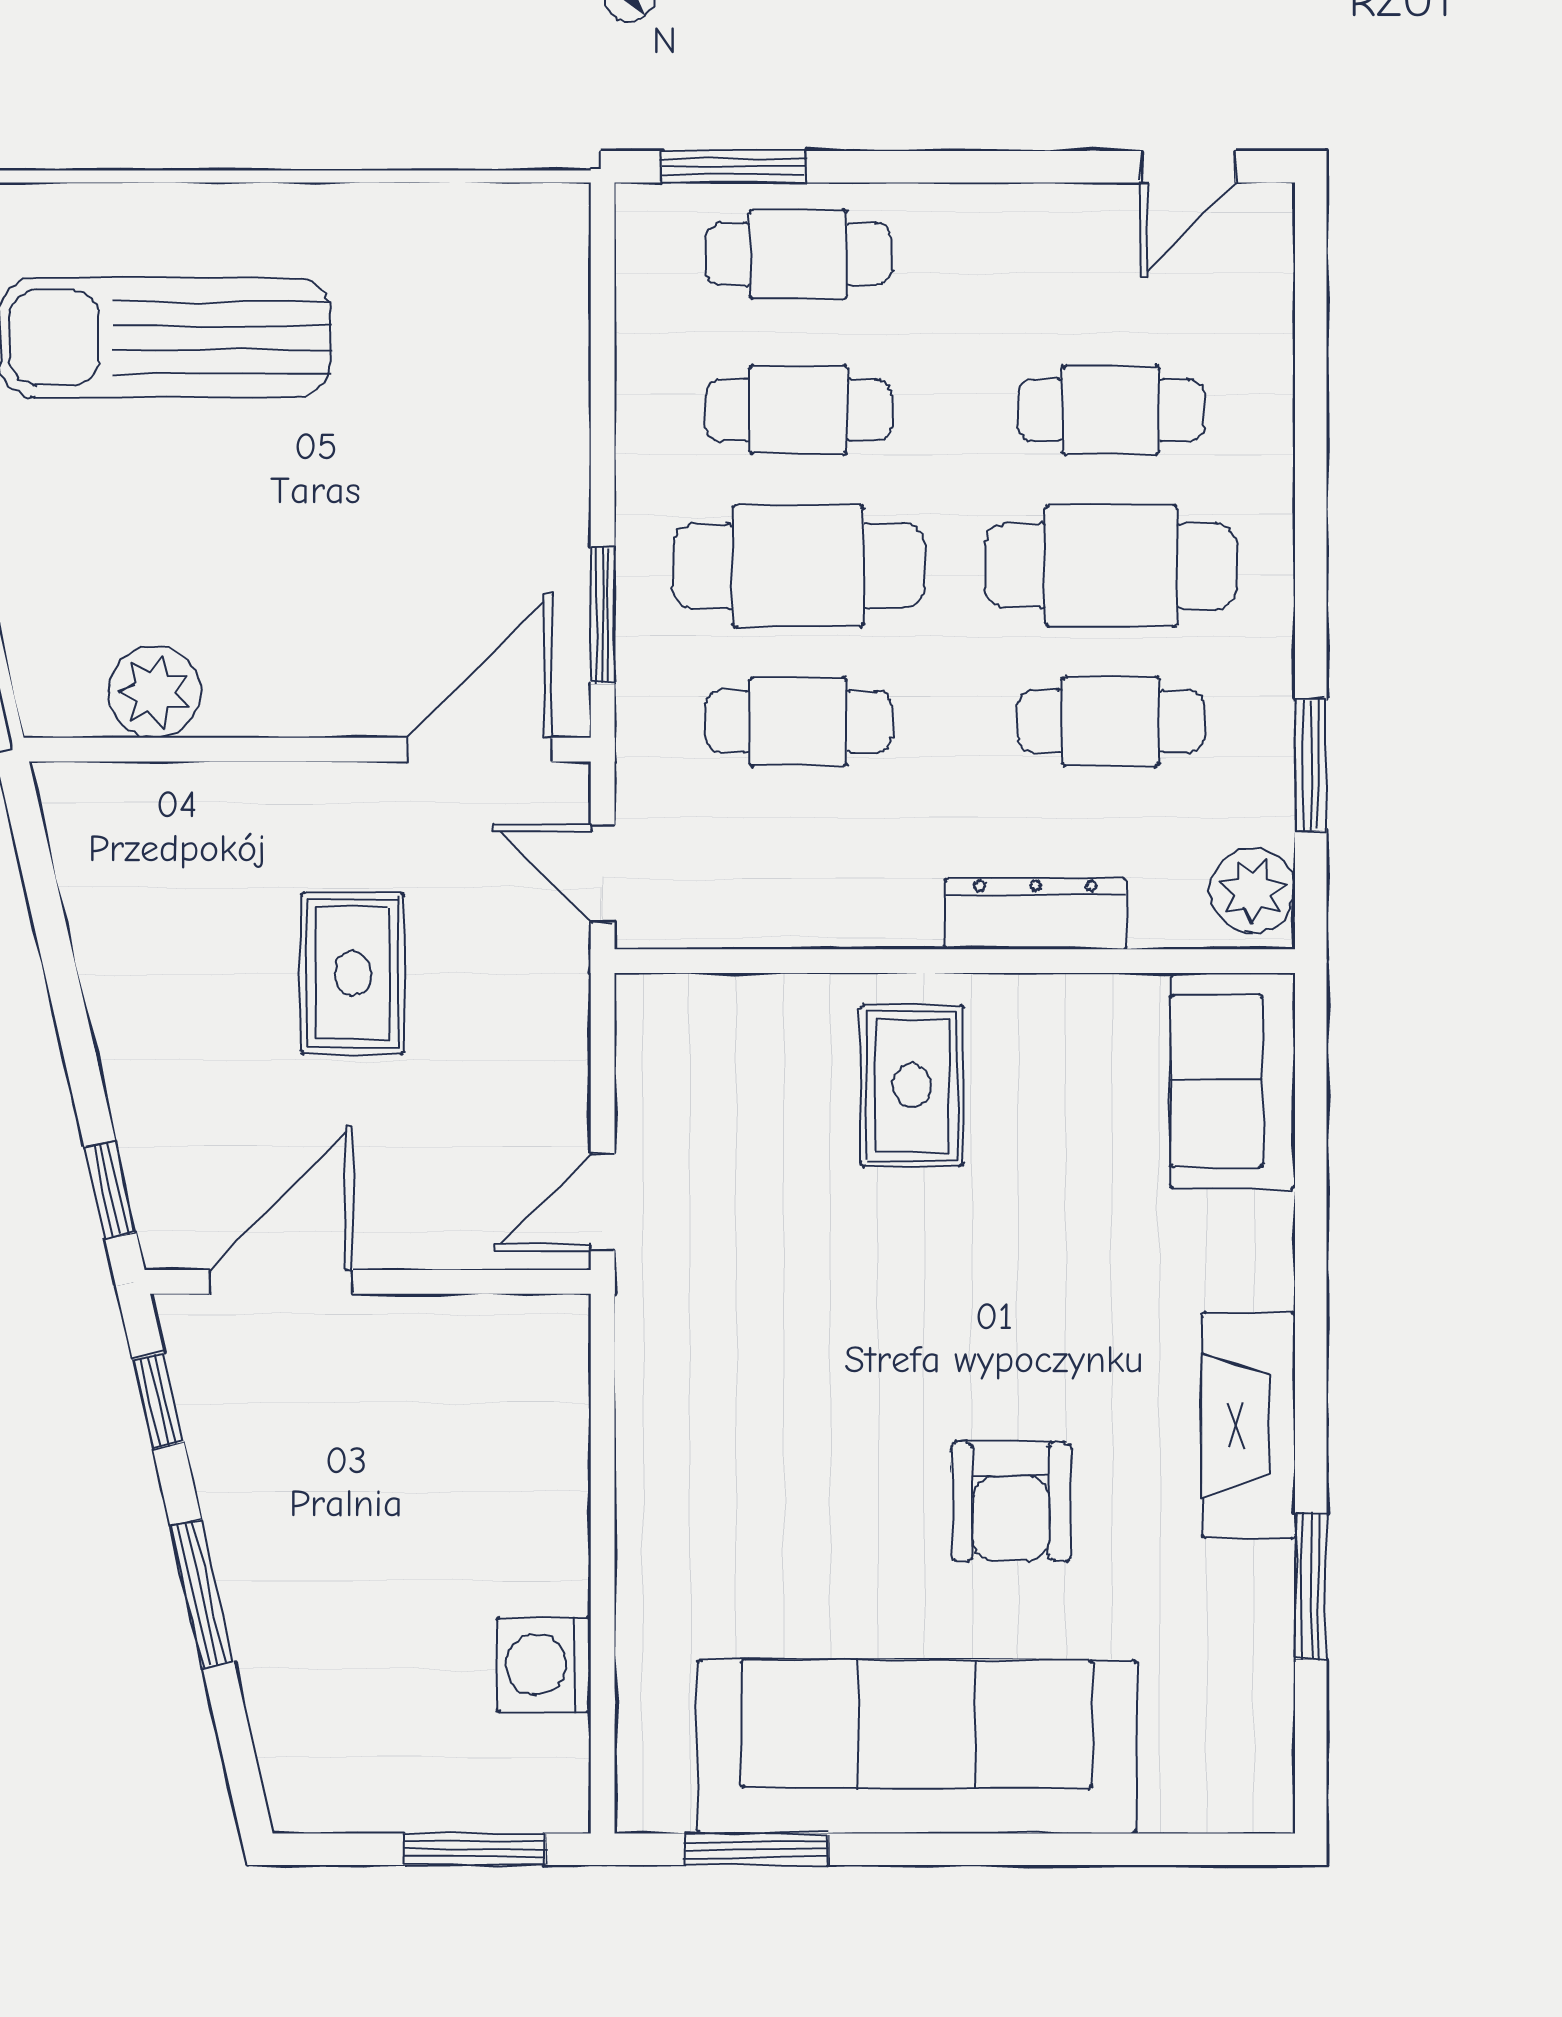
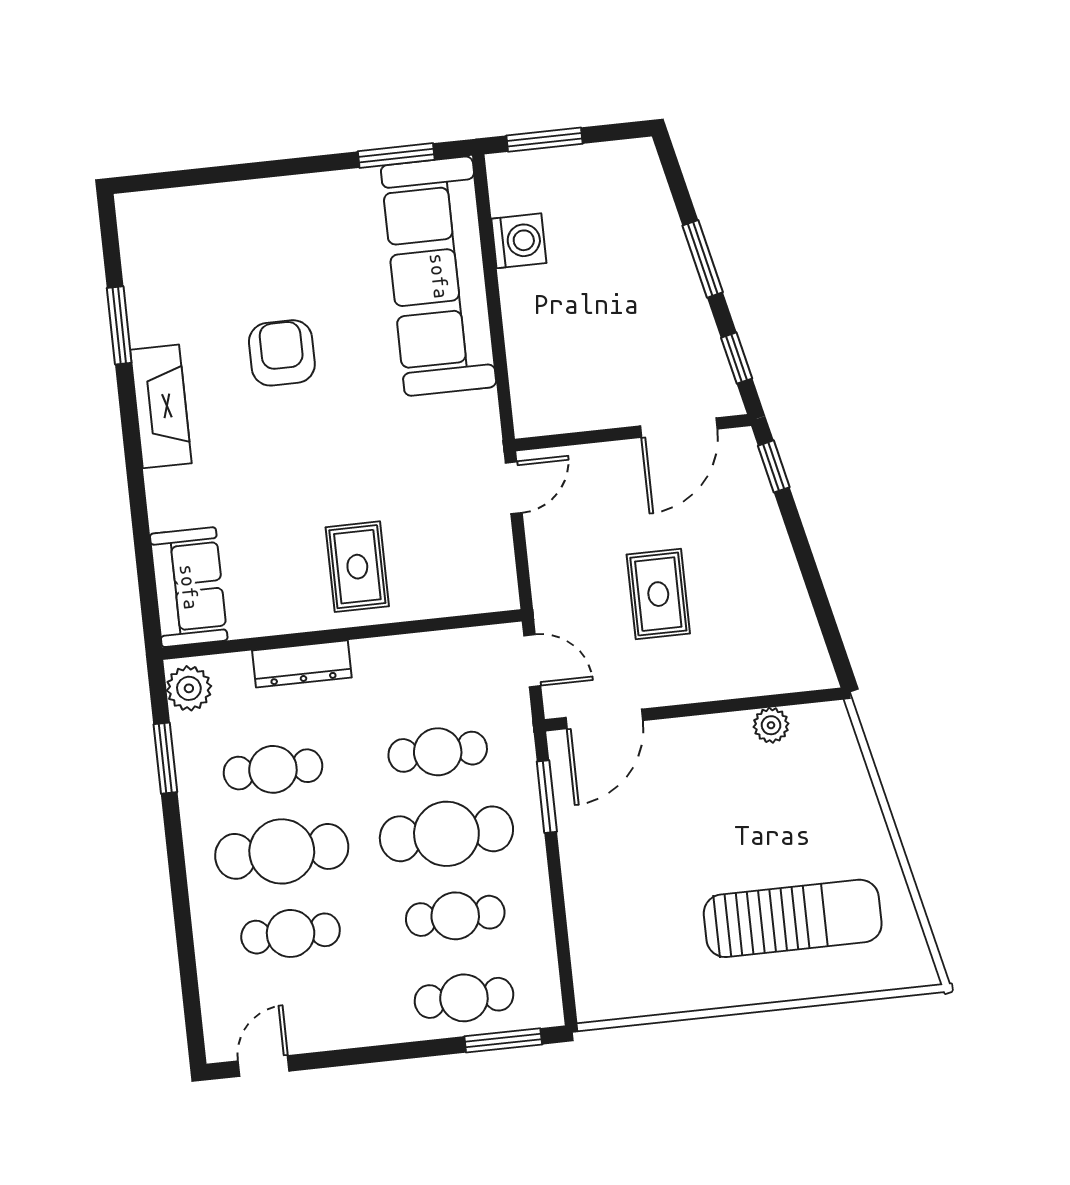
plant: (155, 692) -> (771, 725), width x0.73, depth x0.73
sofa: (917, 1747) -> (439, 276), moved, turned 90

